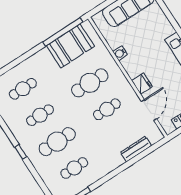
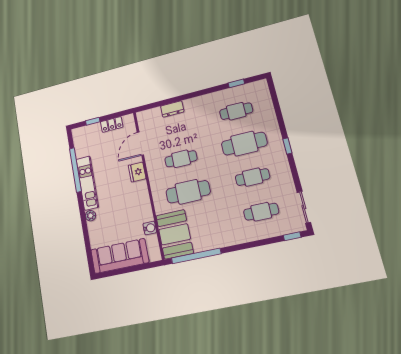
plant: (169, 30) -> (90, 216), added
booth: (70, 46) -> (175, 234), moved, turned 90
water cooler: (120, 53) -> (150, 228), moved
dresser: (136, 149) -> (172, 109), width x0.70

